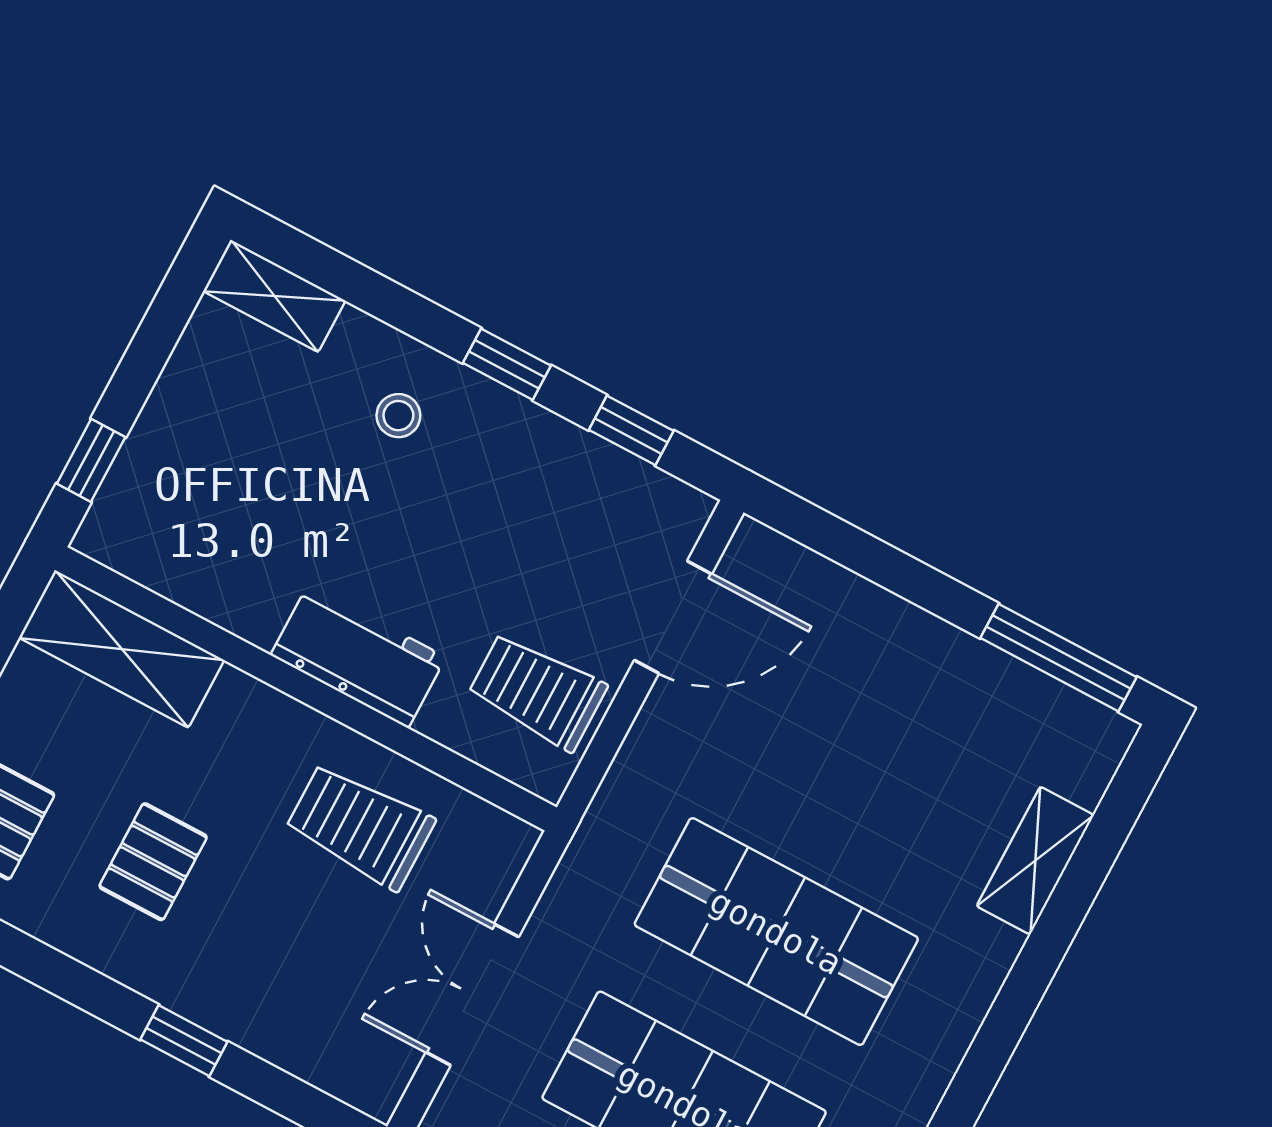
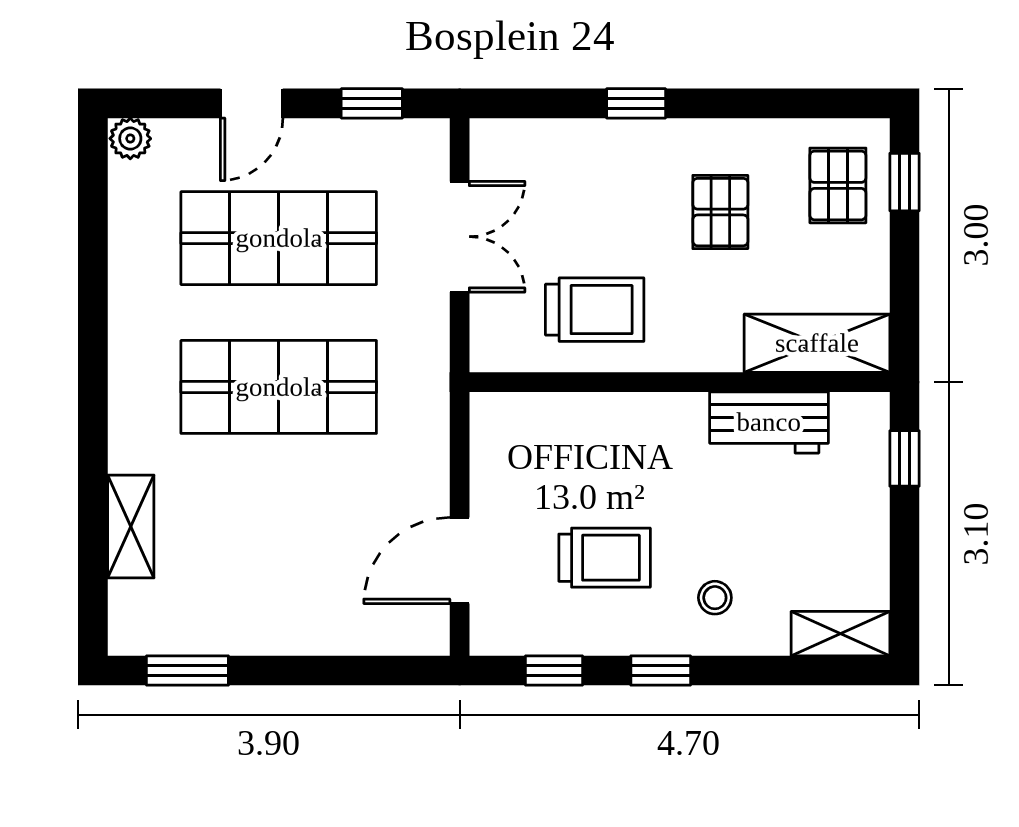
workbench: (358, 656) -> (769, 422), moved
window: (1058, 658) -> (187, 671), width x0.69
trolley: (537, 691) -> (605, 558), moved

